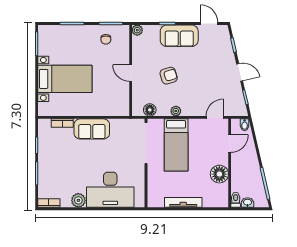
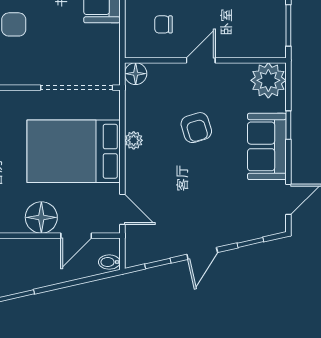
plant: (137, 30) -> (268, 80), width x1.88, depth x1.88
chair: (106, 39) -> (164, 24), moved
floor lamp: (150, 110) -> (136, 74), moved
door: (230, 144) -> (76, 236), hinge flipped
bed: (176, 145) -> (74, 151), width x1.50
floor lamp: (219, 174) -> (41, 217), moved

